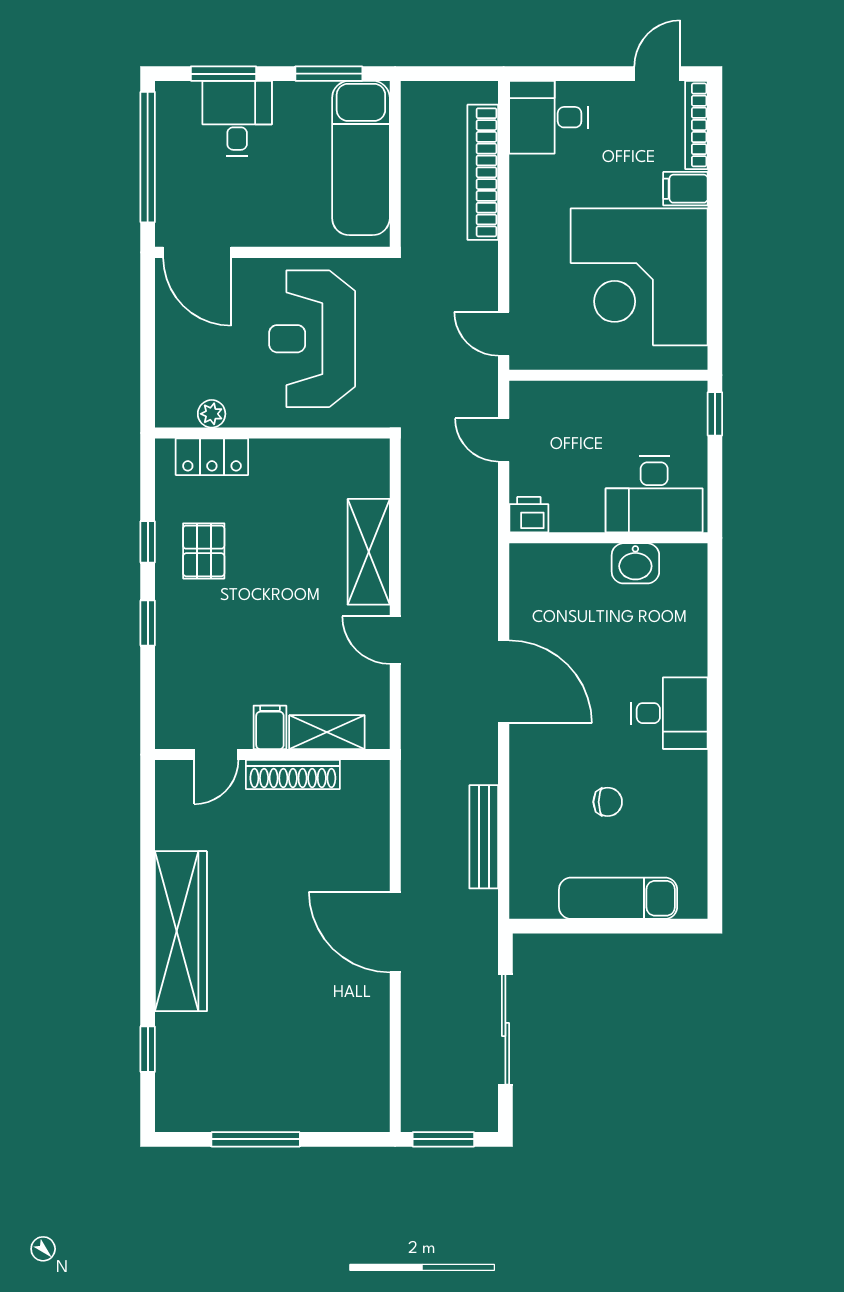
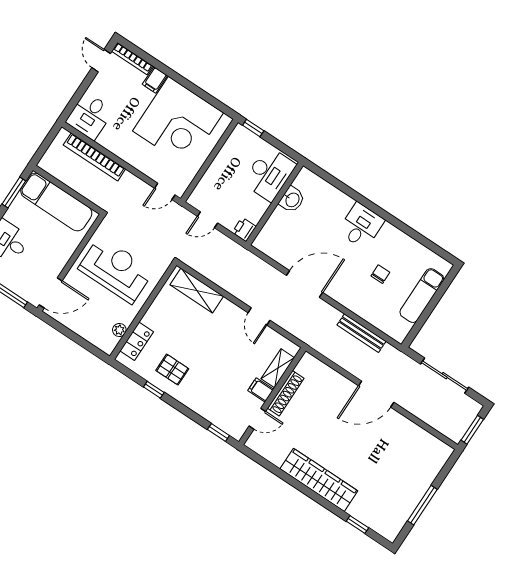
reception desk: (312, 339) -> (116, 270), turned 180
shelving: (369, 552) -> (197, 291), moved
window: (148, 623) -> (218, 432), moved
door: (395, 640) -> (259, 316), hinge flipped
door: (216, 755) -> (257, 419), hinge flipped

